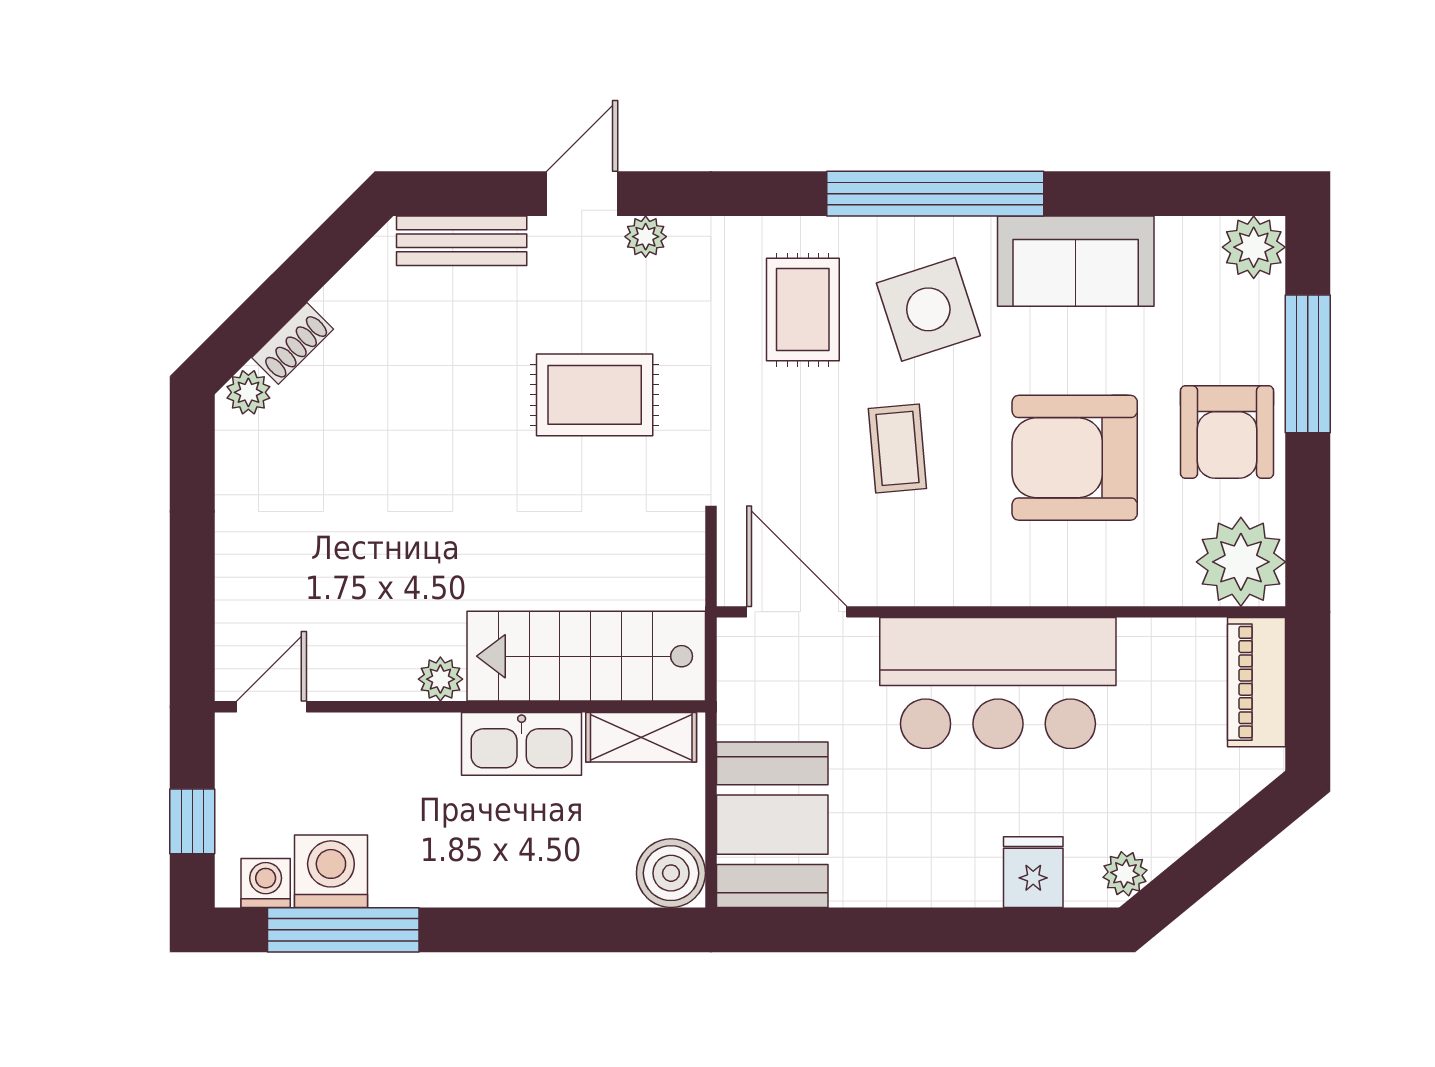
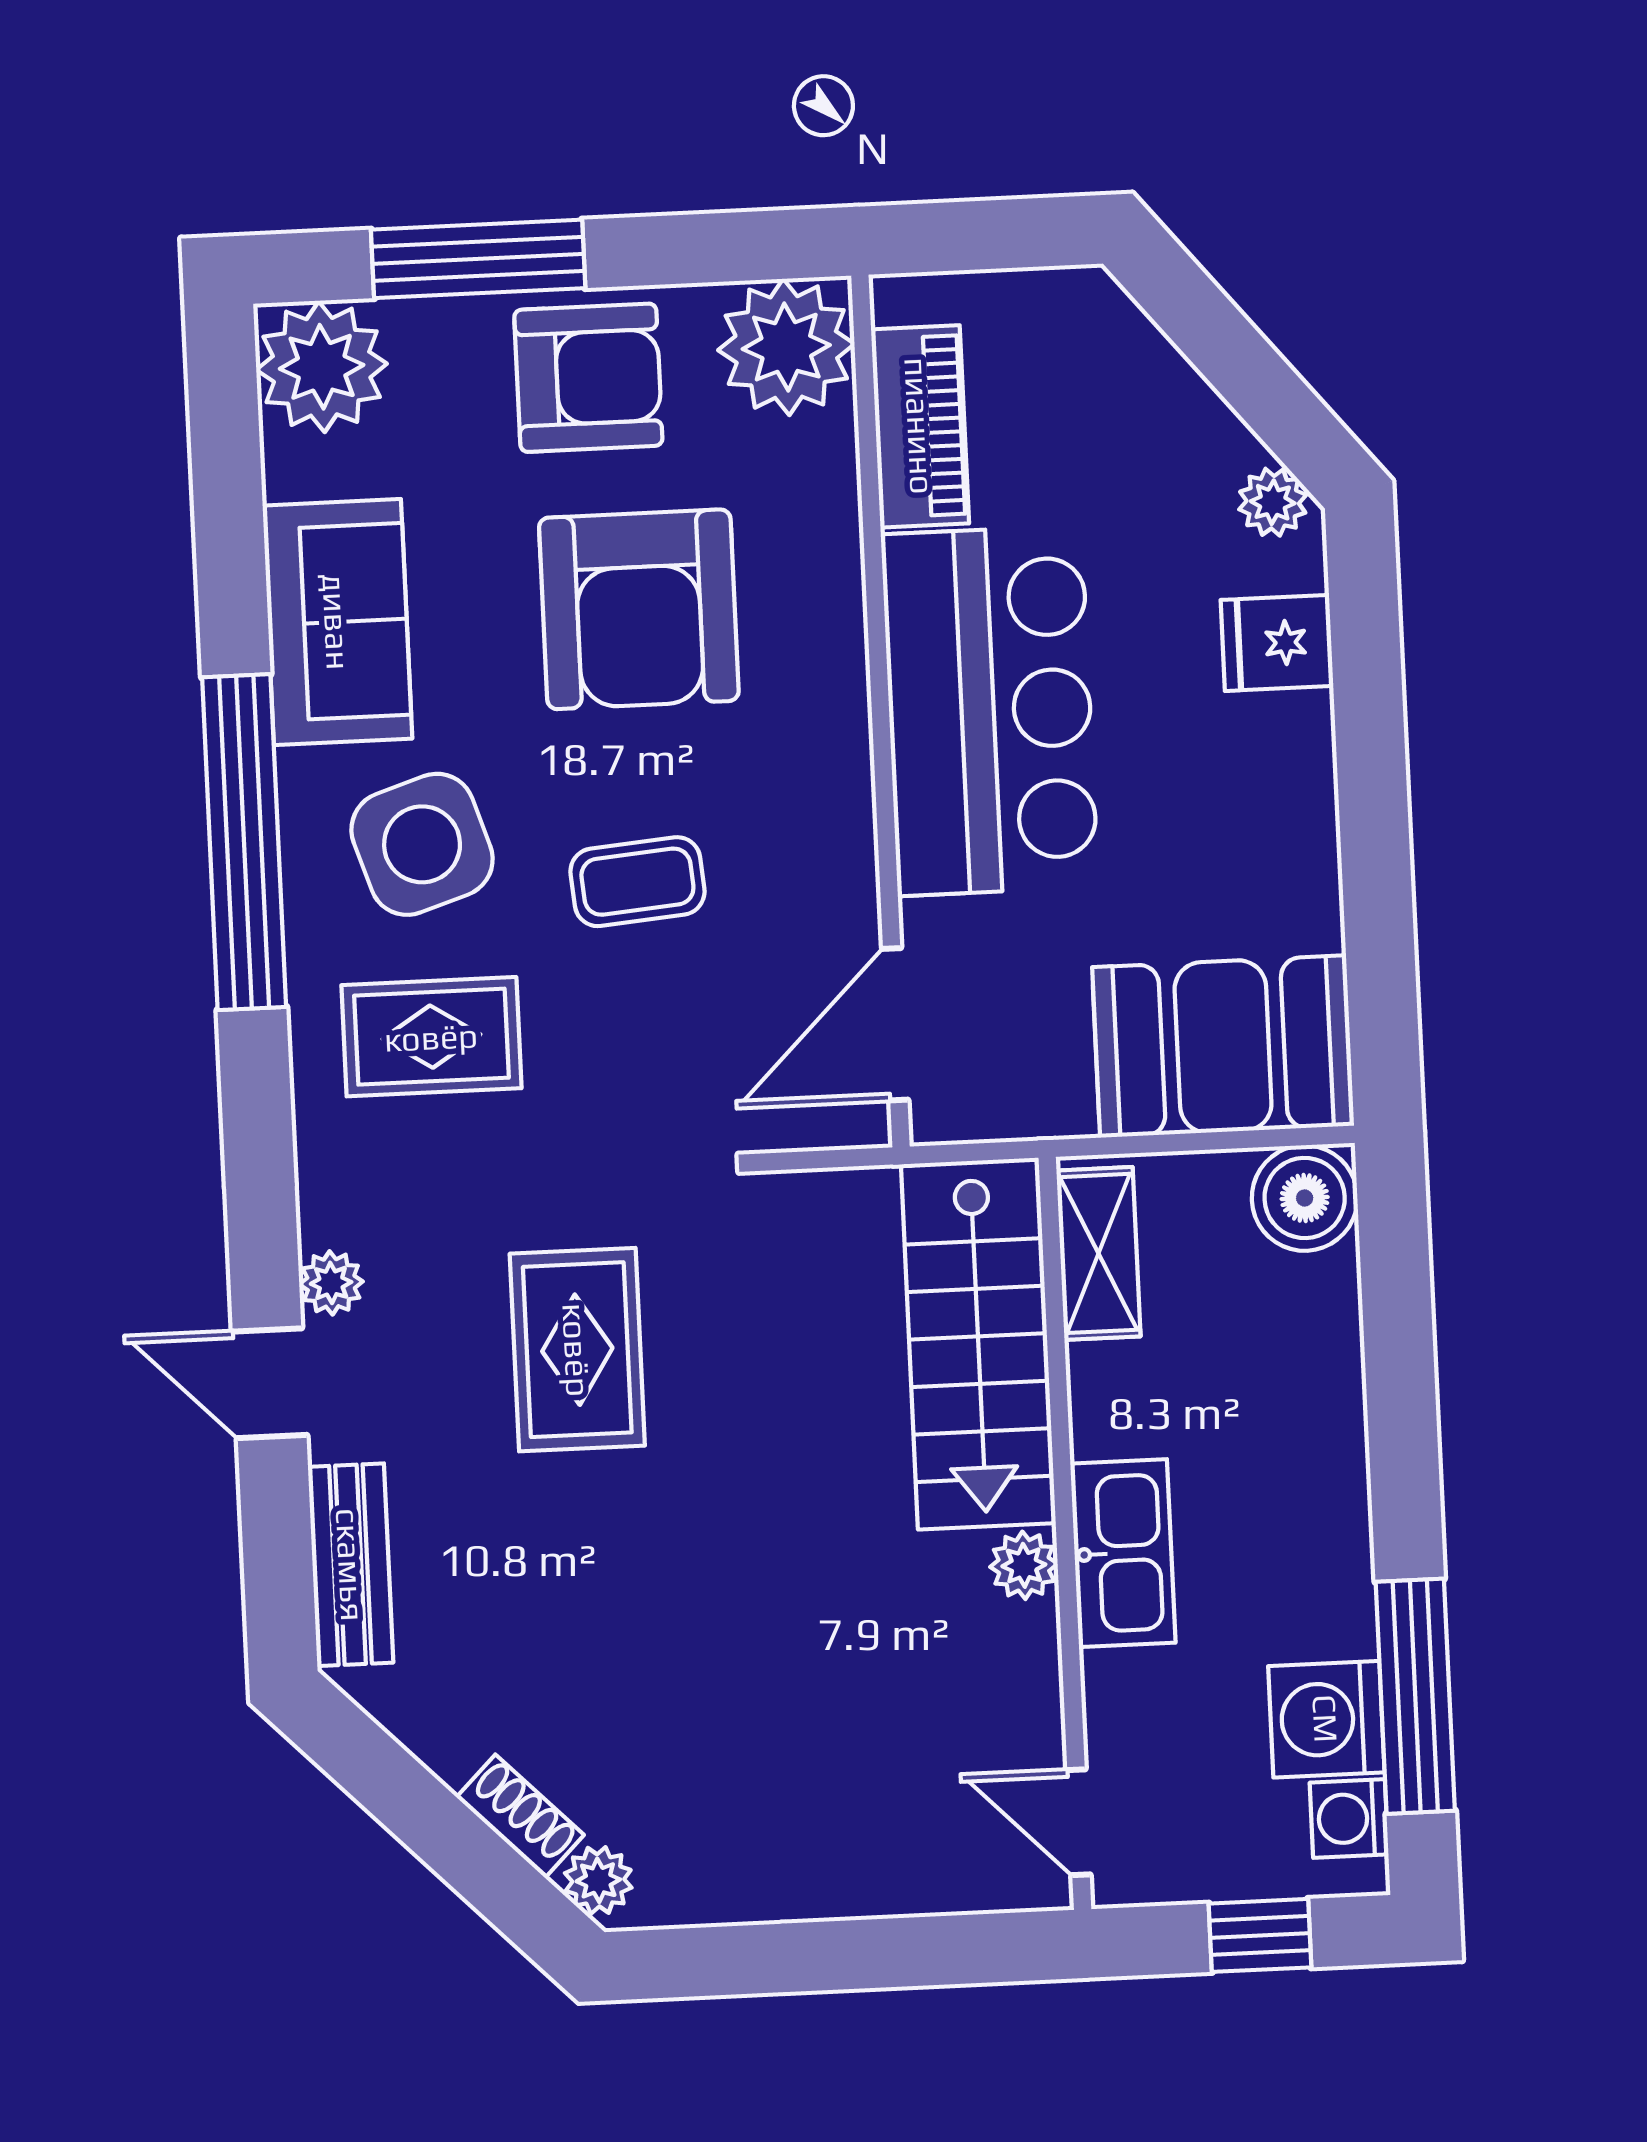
plant: (1254, 247) -> (322, 367), width x1.36, depth x1.36
piano: (1257, 682) -> (920, 426), moved, turned -90
kitchen sink: (522, 744) -> (1123, 1553), moved

